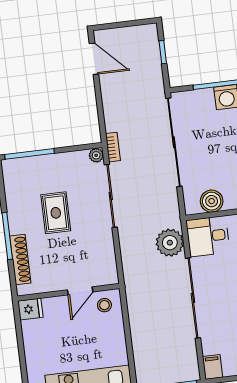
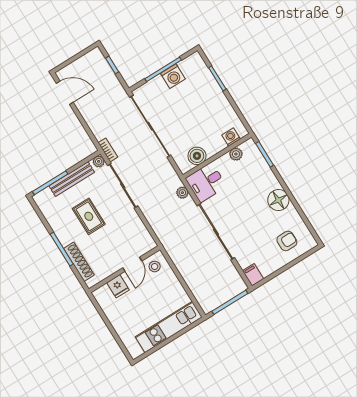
bench: (56, 161) -> (72, 179), added
plant: (170, 243) -> (182, 193), width x0.53, depth x0.53
fridge: (30, 309) -> (118, 286), moved, turned 90

